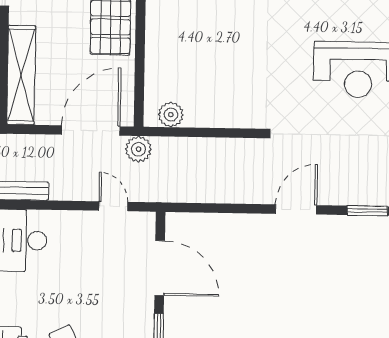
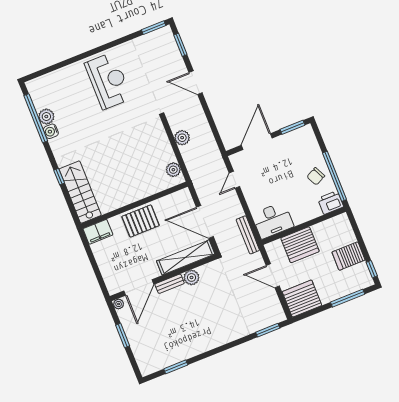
door: (91, 130) -> (205, 222), moved
plant: (138, 149) -> (182, 138), moved

